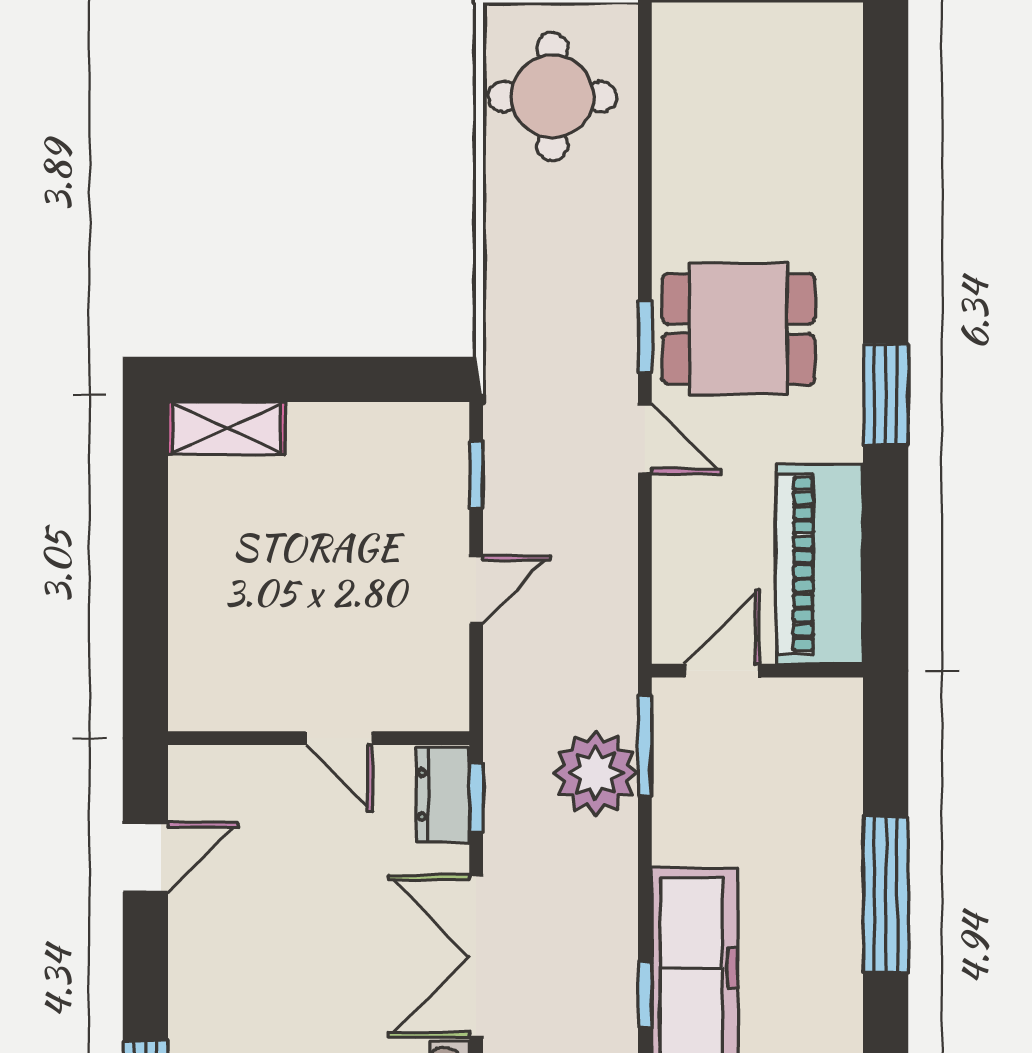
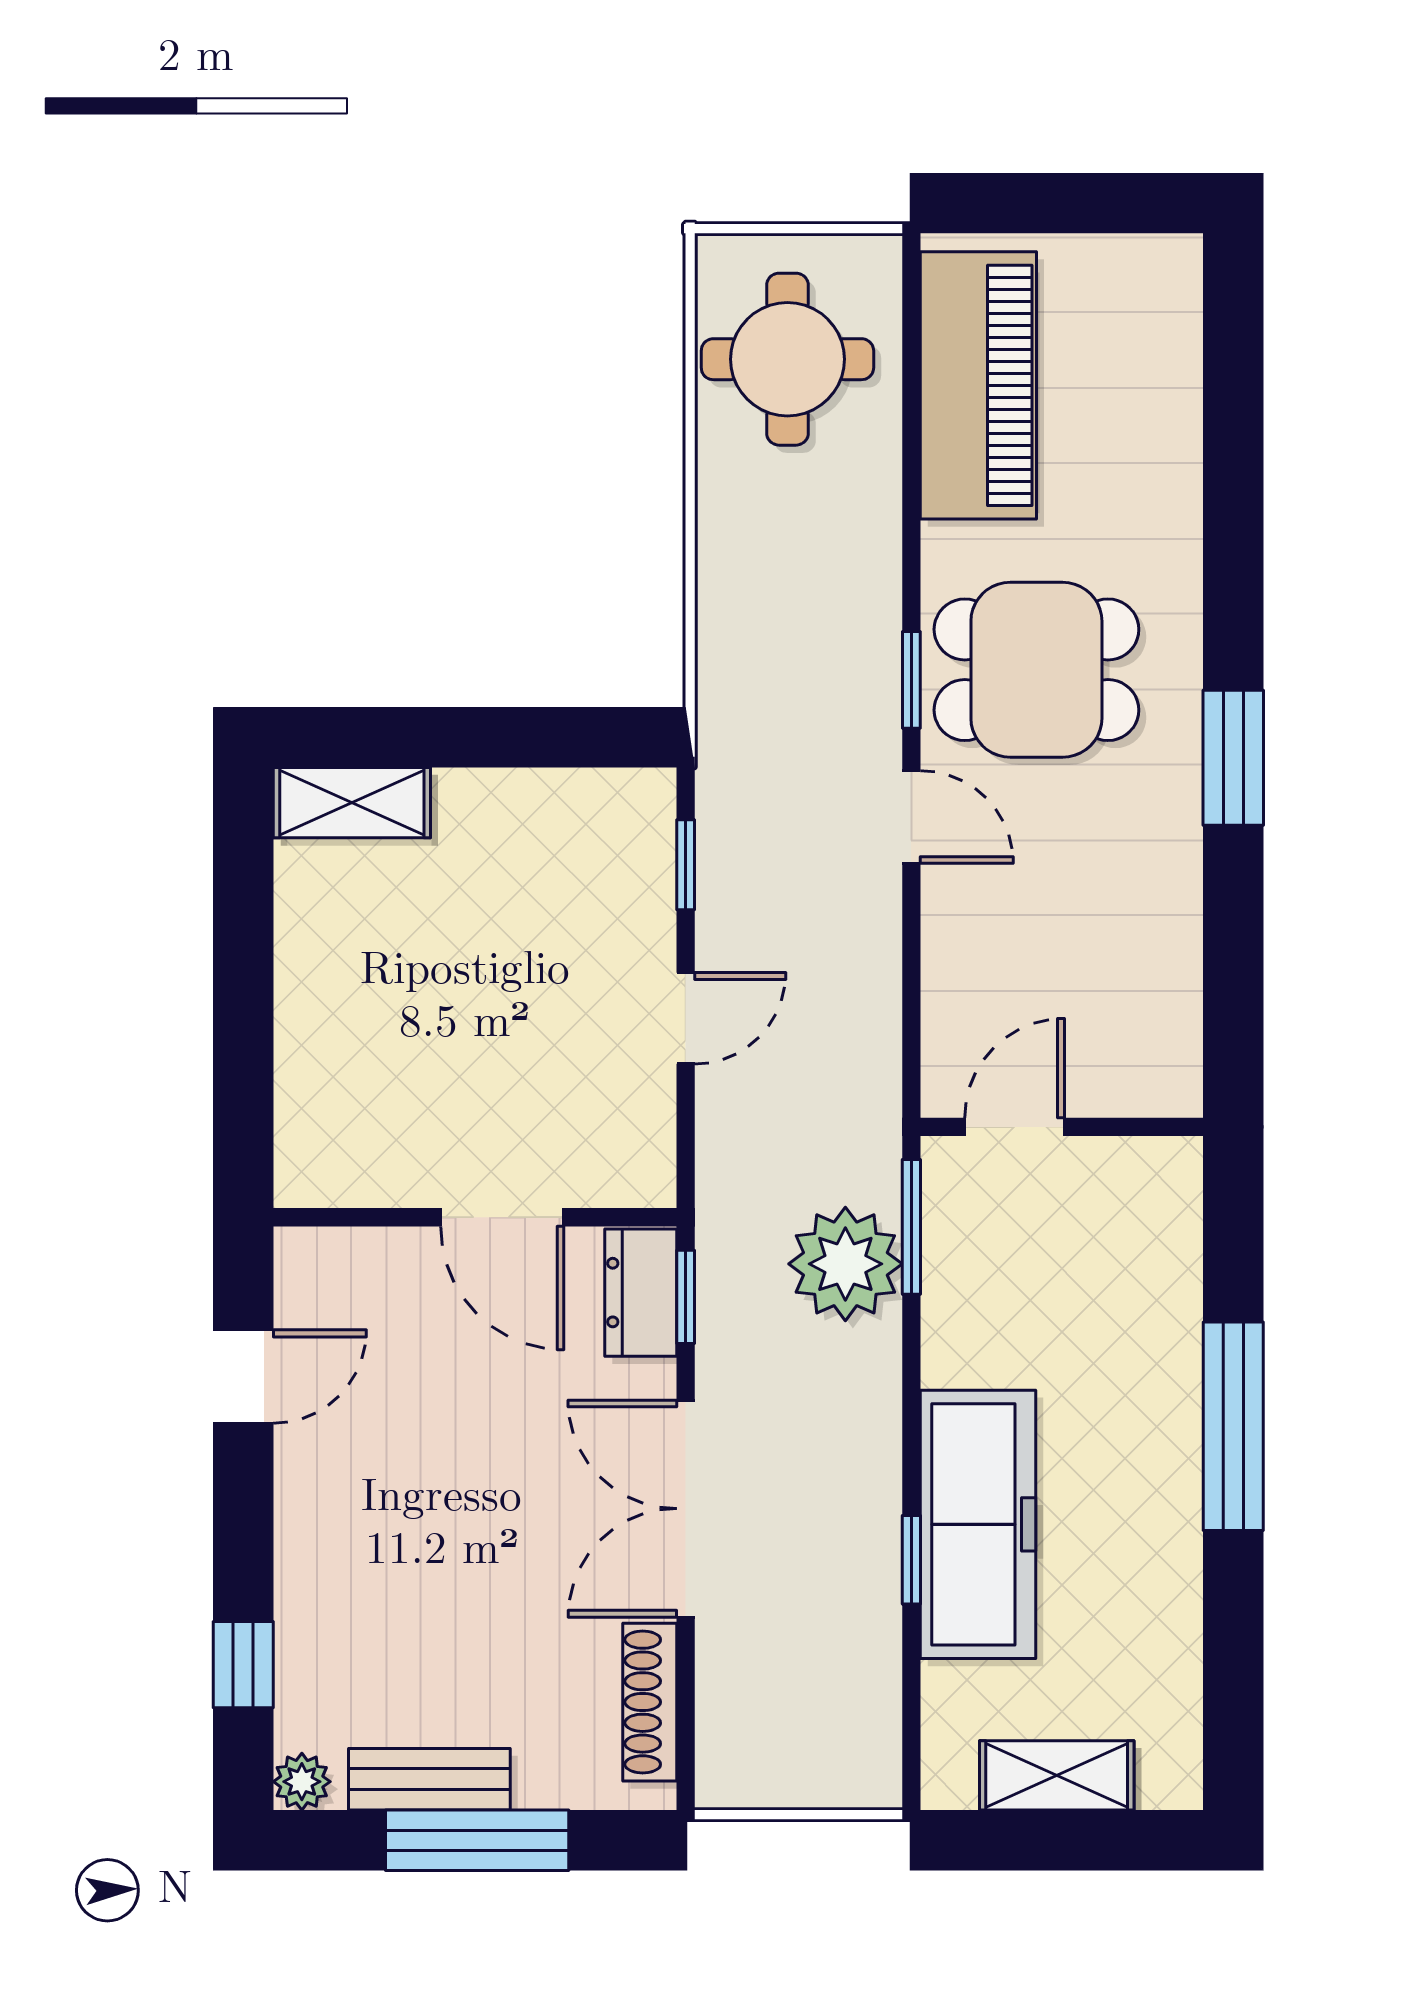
piano: (820, 564) -> (978, 385), moved, turned 180
door: (339, 738) -> (502, 1217), width x1.38

